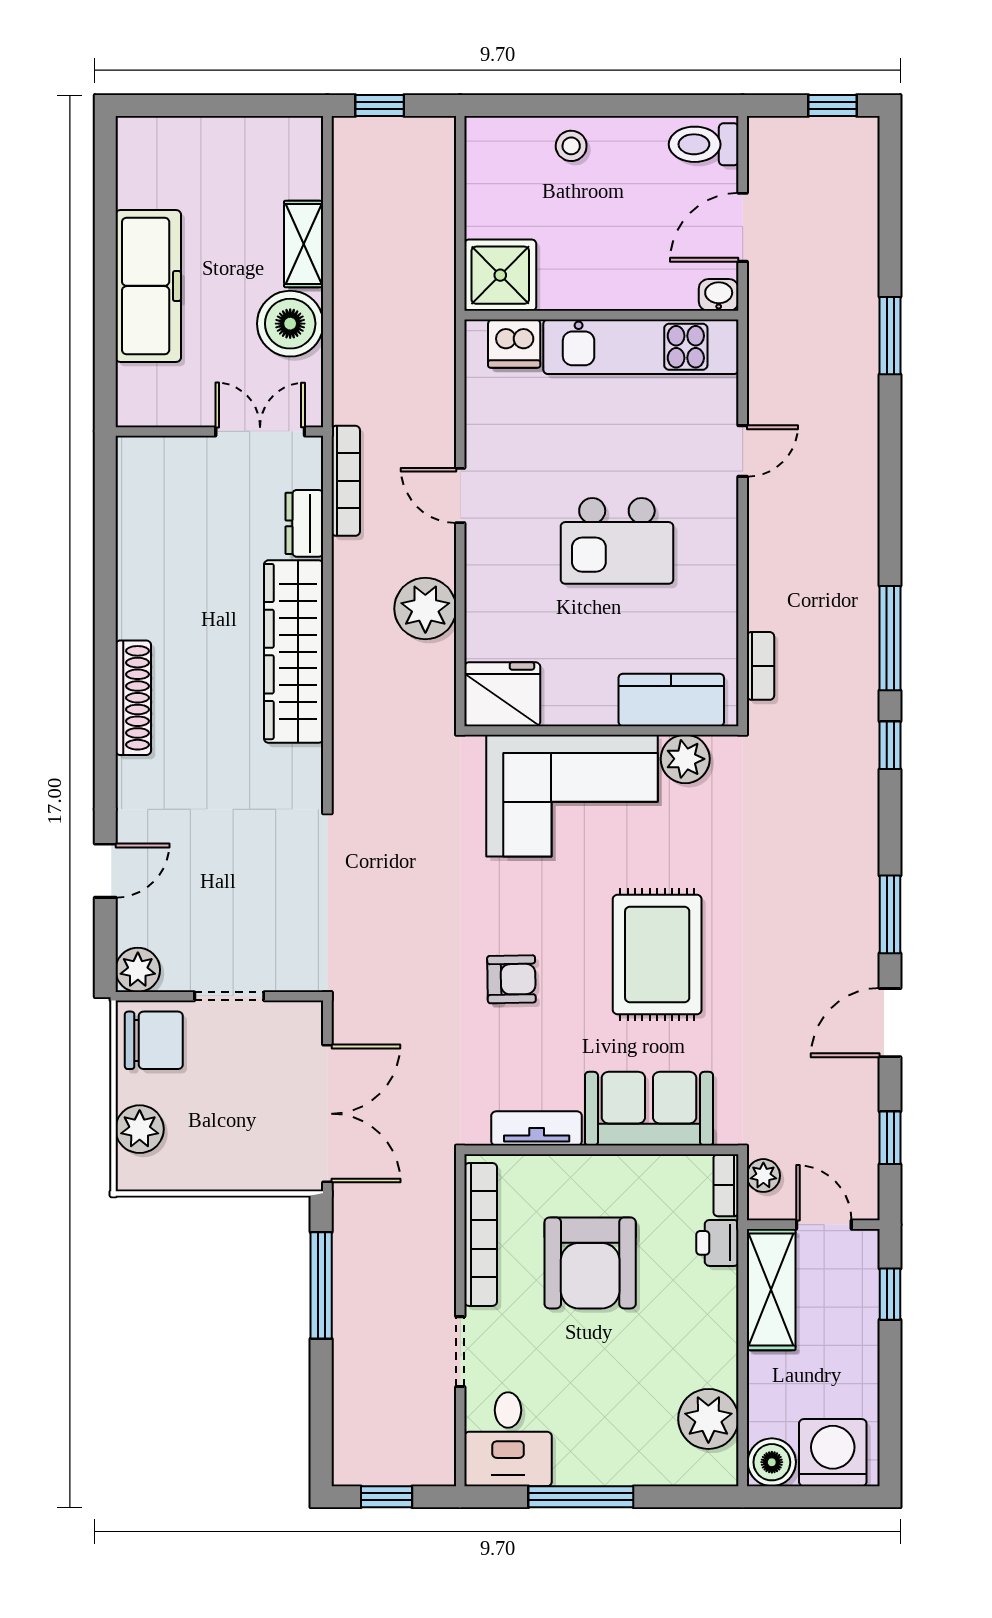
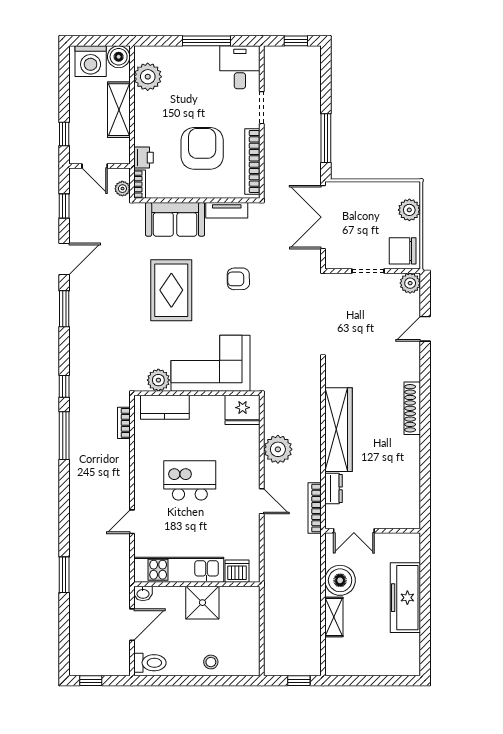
shower: (500, 275) -> (202, 603), moved
shelving: (771, 1290) -> (119, 110), moved

